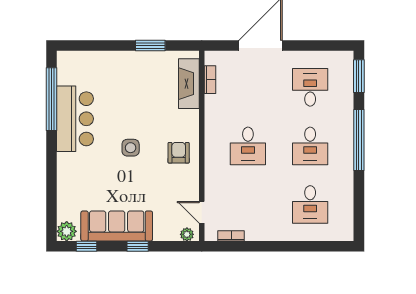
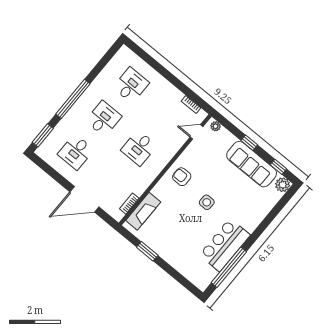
desk: (248, 146) -> (139, 148), turned 180
armchair: (179, 153) -> (182, 177), turned 90
door: (202, 212) -> (197, 132), swing flipped

